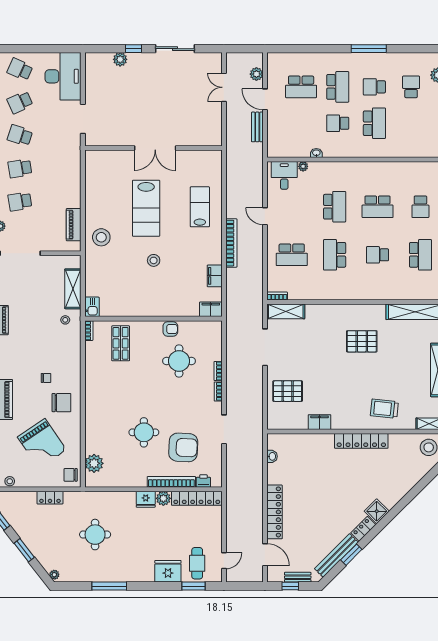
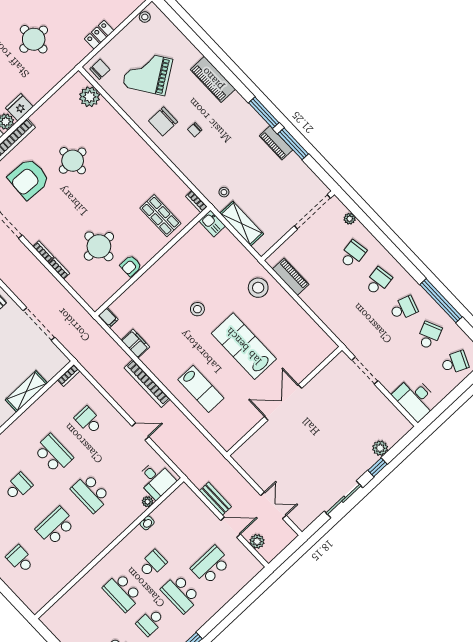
desk: (63, 76) -> (415, 398), width x0.73, depth x0.77
school desk: (374, 87) -> (150, 622), turned 180
school desk: (292, 255) -> (89, 420), width x0.54
filing cabinet: (211, 309) -> (108, 318), width x0.50
shelving: (286, 311) -> (26, 391), moved

